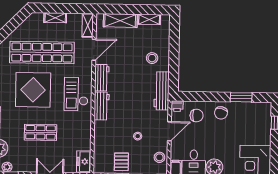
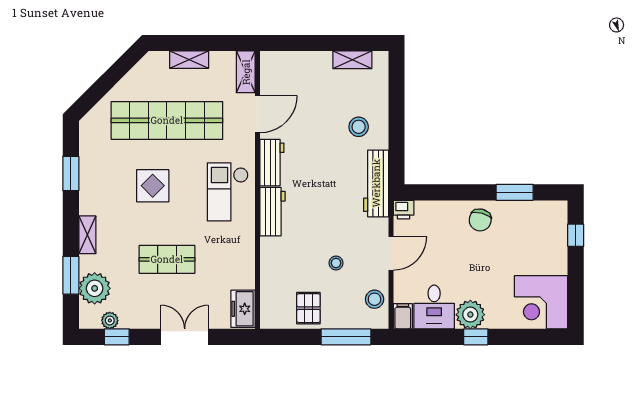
shelving: (120, 21) -> (302, 63), removed
display table: (33, 90) -> (153, 186), width x0.54, depth x0.54
chair: (197, 116) -> (438, 225), removed

